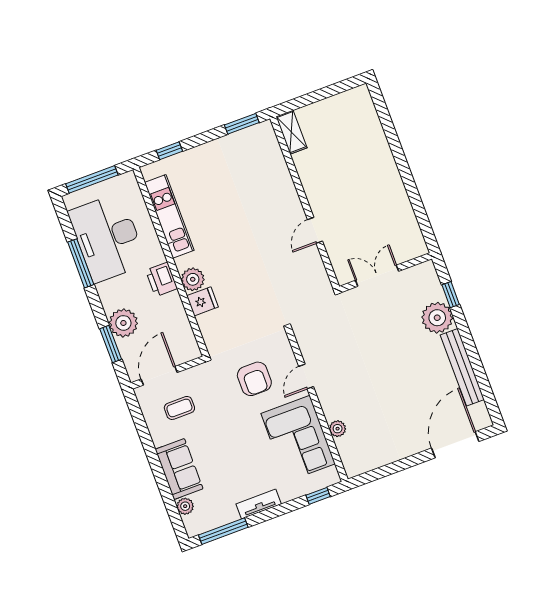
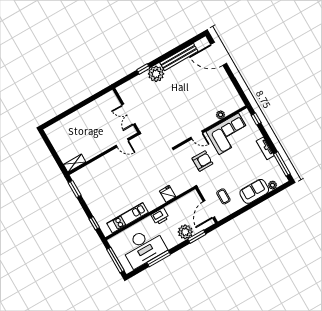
wall: (386, 273) -> (126, 110), moved
double door: (377, 276) -> (129, 114), moved
plant: (193, 279) -> (157, 201), removed
door: (159, 376) -> (209, 209), hinge flipped

